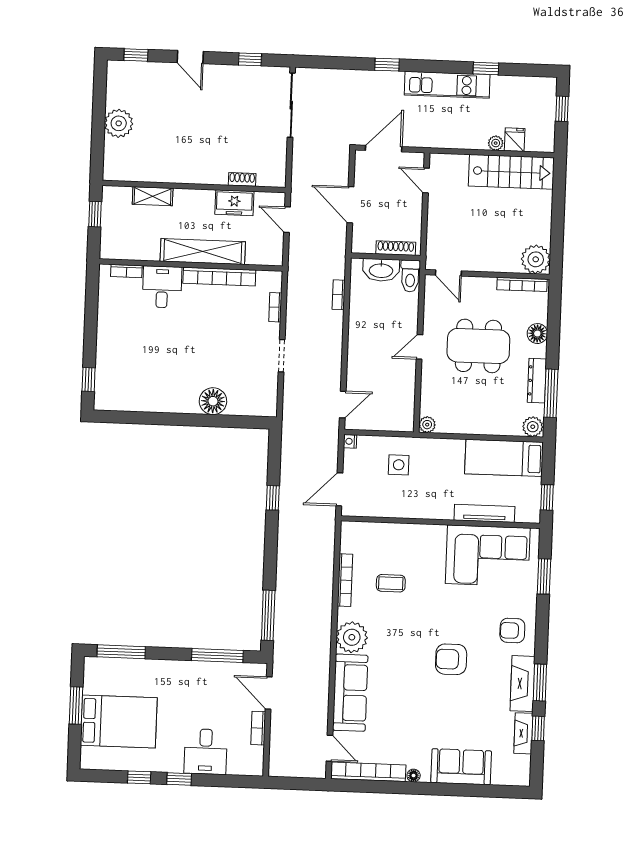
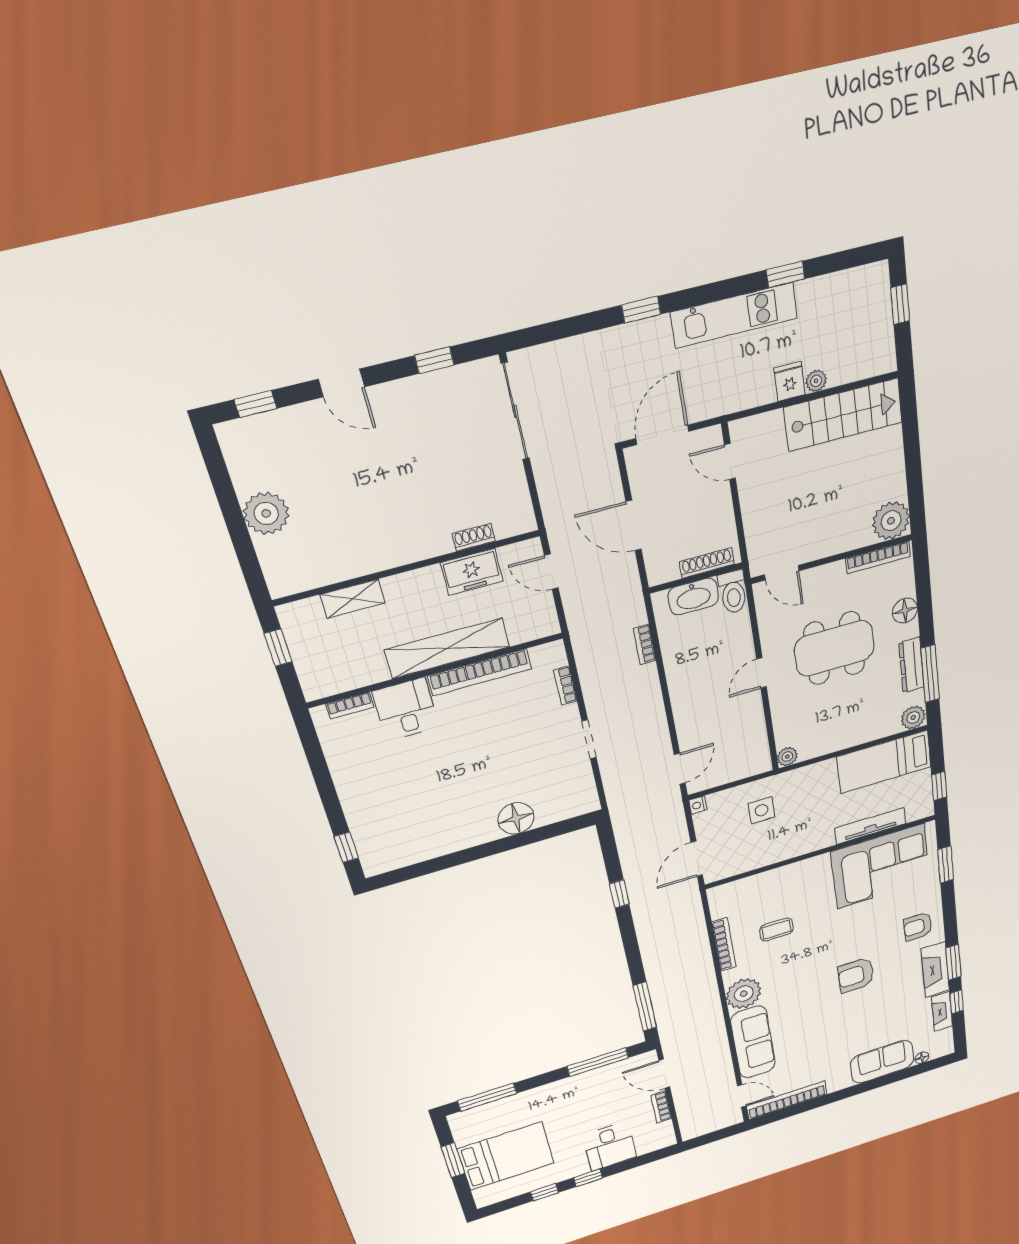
fridge: (515, 140) -> (790, 381), moved
floor lamp: (414, 776) -> (922, 1058), moved

